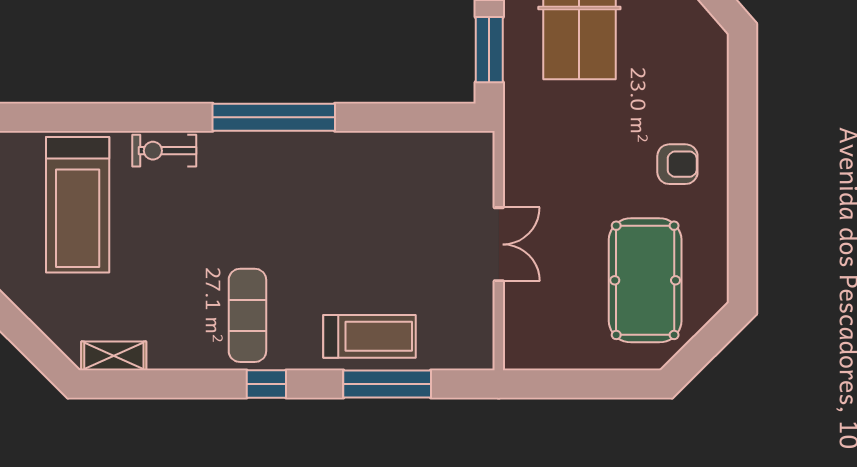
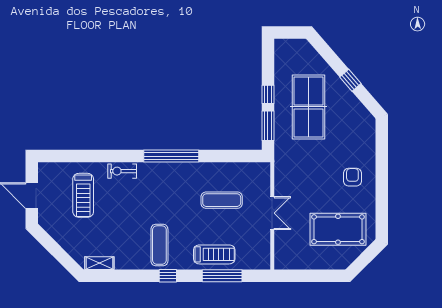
armchair: (677, 164) -> (352, 177), turned -90
treadmill: (78, 205) -> (83, 195), width x0.73, depth x0.73
exercise mat: (386, 215) -> (222, 200), added
pool table: (645, 280) -> (338, 229), turned 90

